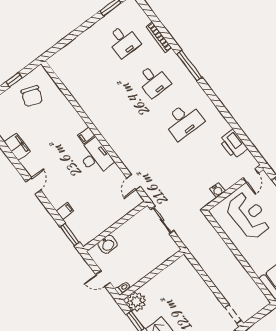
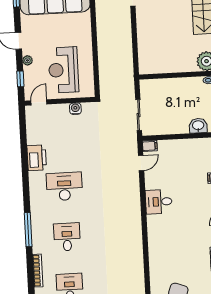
filing cabinet: (86, 135) -> (150, 146), moved
printer: (233, 144) -> (37, 158), moved
desk: (95, 157) -> (159, 202), width x0.73

